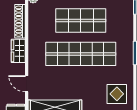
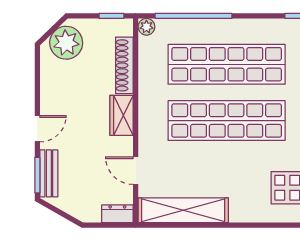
shop shelf: (81, 21) -> (227, 64), width x1.40

